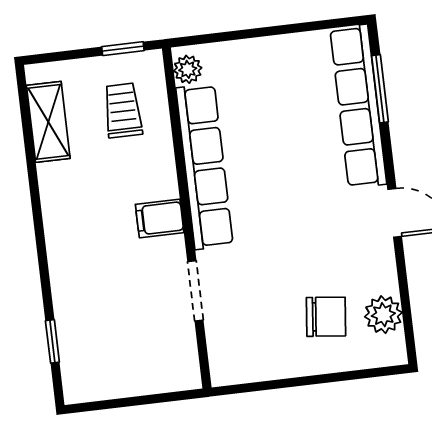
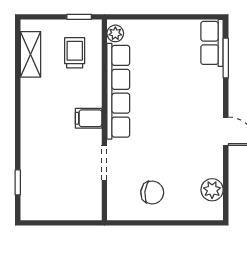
row of seats: (358, 106) -> (212, 43), width x0.50
chair: (326, 317) -> (152, 192), moved

